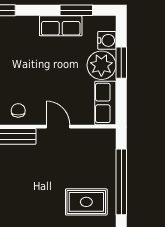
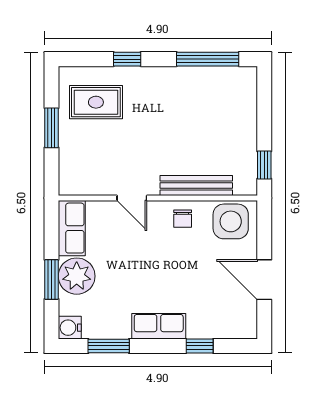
row of seats: (61, 26) -> (159, 326), moved
water cooler: (107, 40) -> (70, 328), moved
window: (121, 182) -> (51, 128), width x0.47

